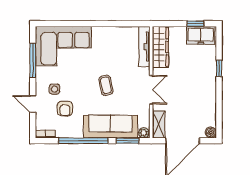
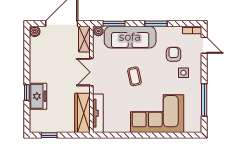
freezer: (201, 35) -> (38, 96), moved, turned 90
corner sofa: (63, 46) -> (157, 114), moved
door: (33, 104) -> (204, 45), moved
window: (83, 141) -> (156, 24), width x0.47

